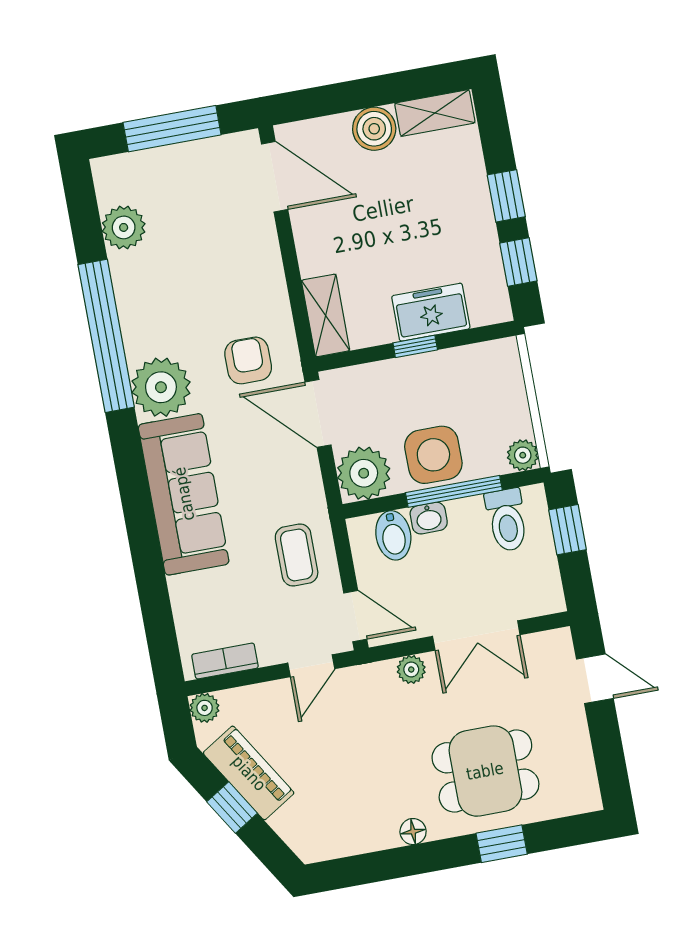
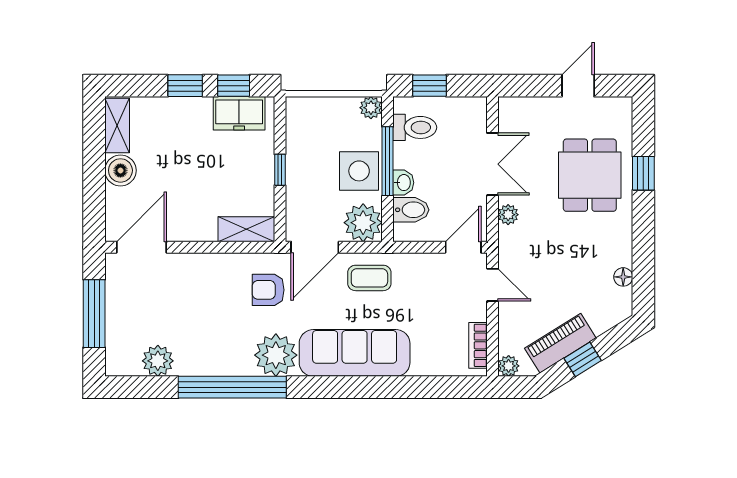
freezer: (431, 312) -> (239, 113), moved, turned -90
coffee table: (297, 555) -> (369, 278), moved
door: (595, 679) -> (578, 86), moved
floor lamp: (413, 832) -> (623, 277), moved

